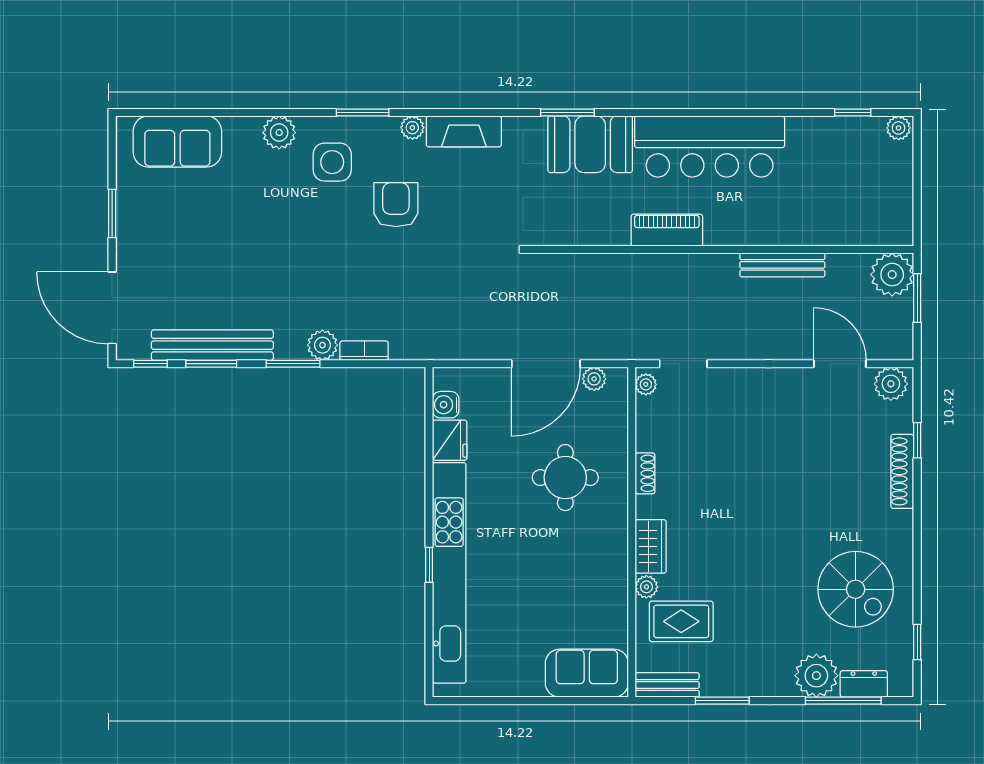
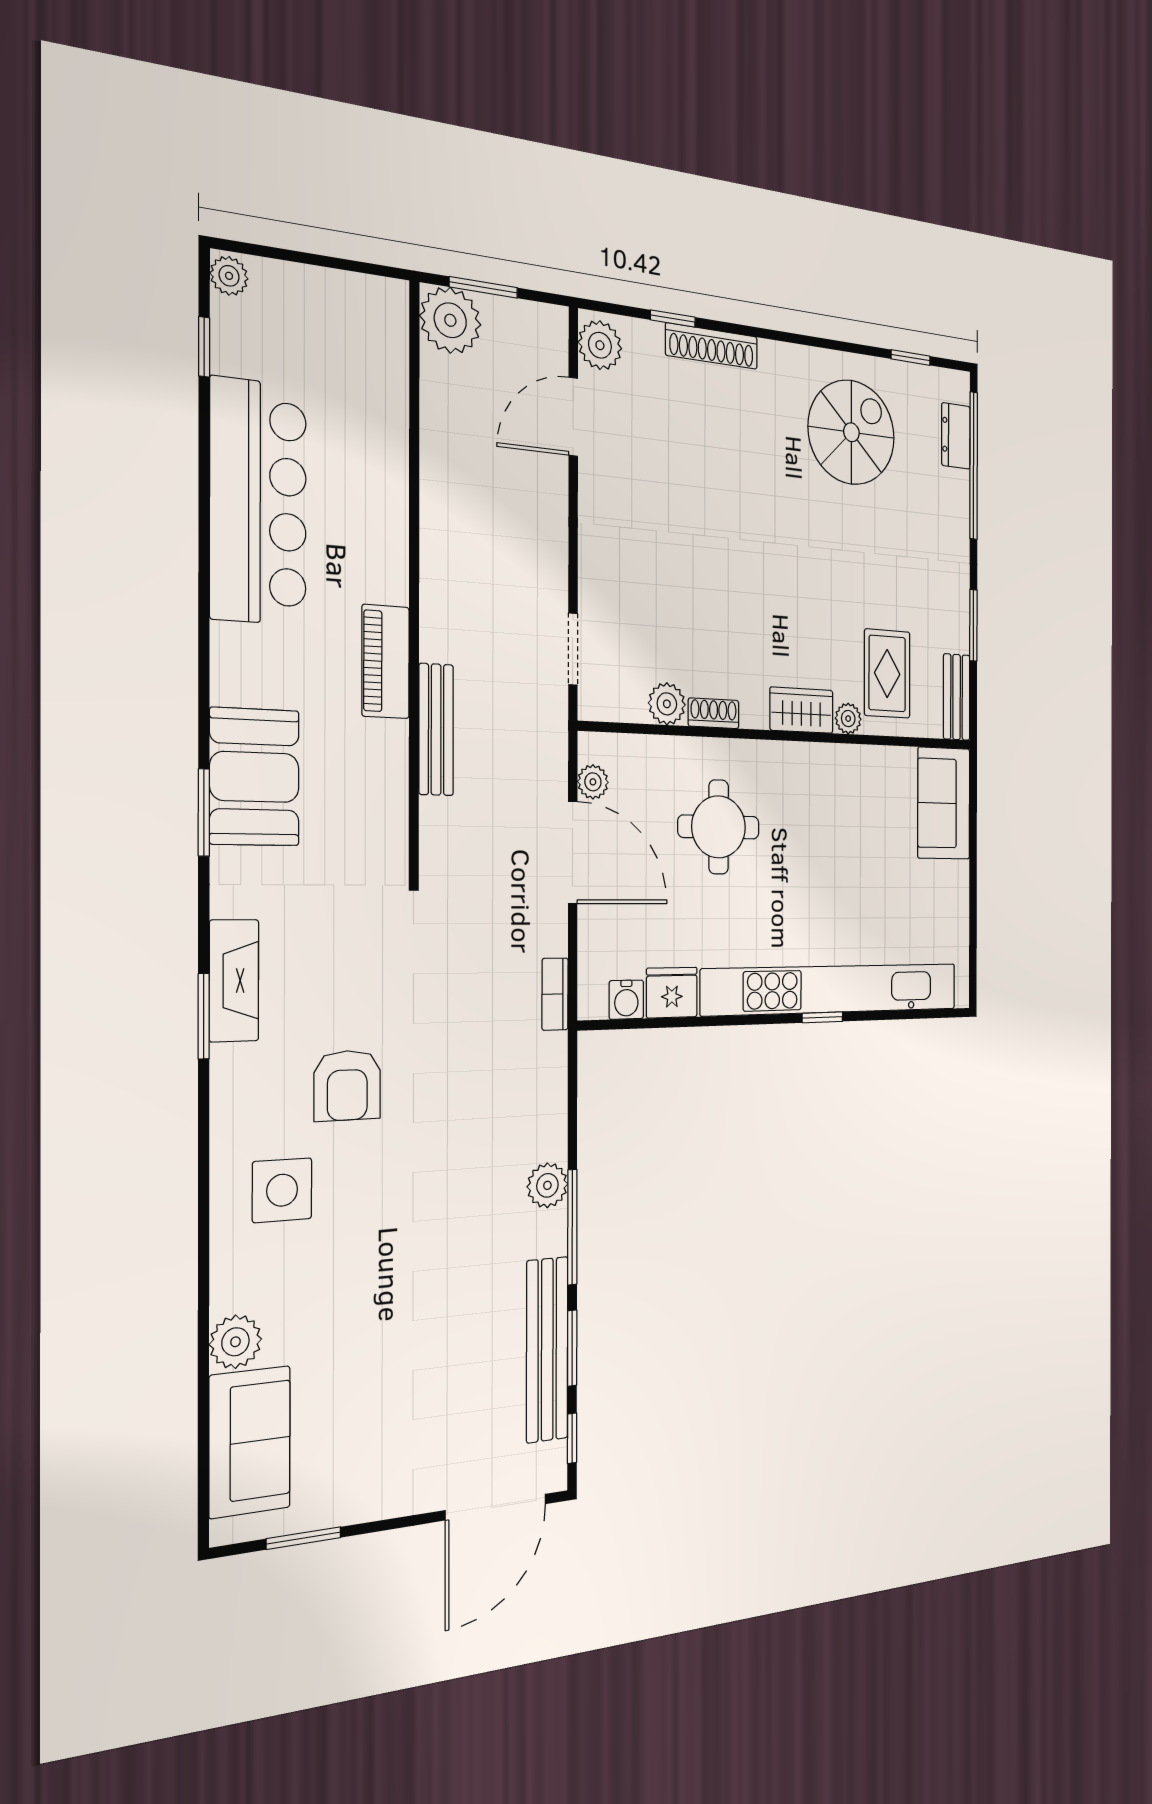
window: (363, 113) -> (204, 1016), moved
plant: (412, 128) -> (228, 1064), removed
plant: (279, 133) -> (236, 1342), moved
bar counter: (710, 146) -> (258, 502), moved
armchair: (396, 205) -> (347, 1085), turned -90
window: (112, 213) -> (304, 1538), moved
bench: (782, 265) -> (436, 730), moved
bookcase: (364, 351) -> (555, 994), moved
window: (293, 364) -> (572, 1227), width x1.44
plant: (646, 384) -> (667, 704), moved, width x1.38, depth x1.38
plant: (816, 676) -> (947, 498), removed
window: (843, 701) -> (974, 466), width x1.46

